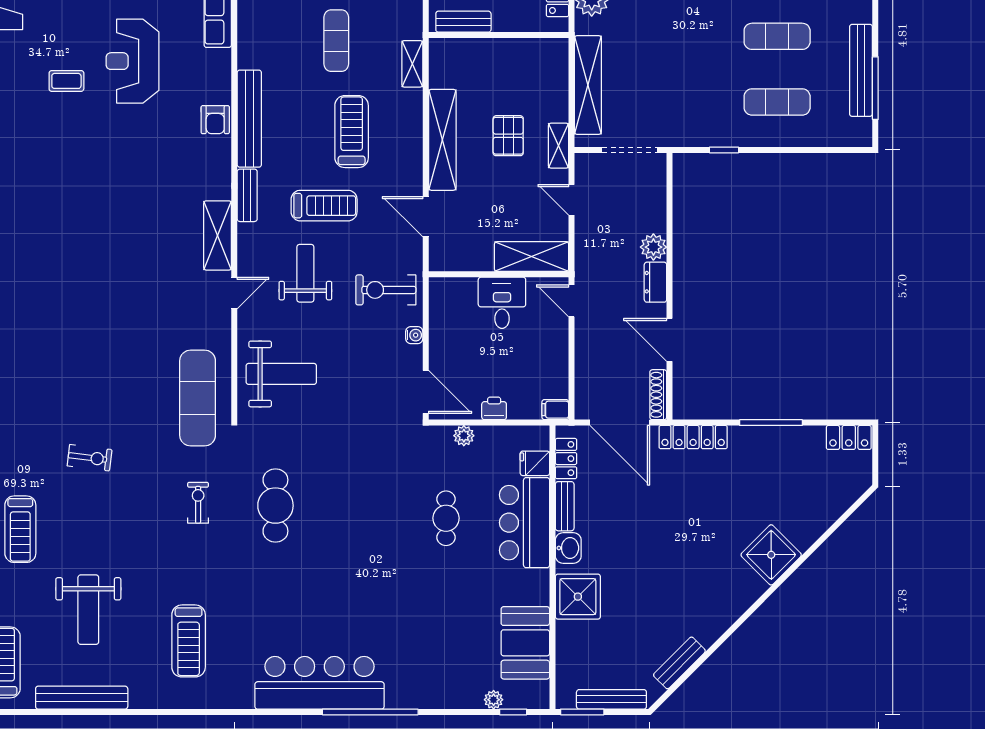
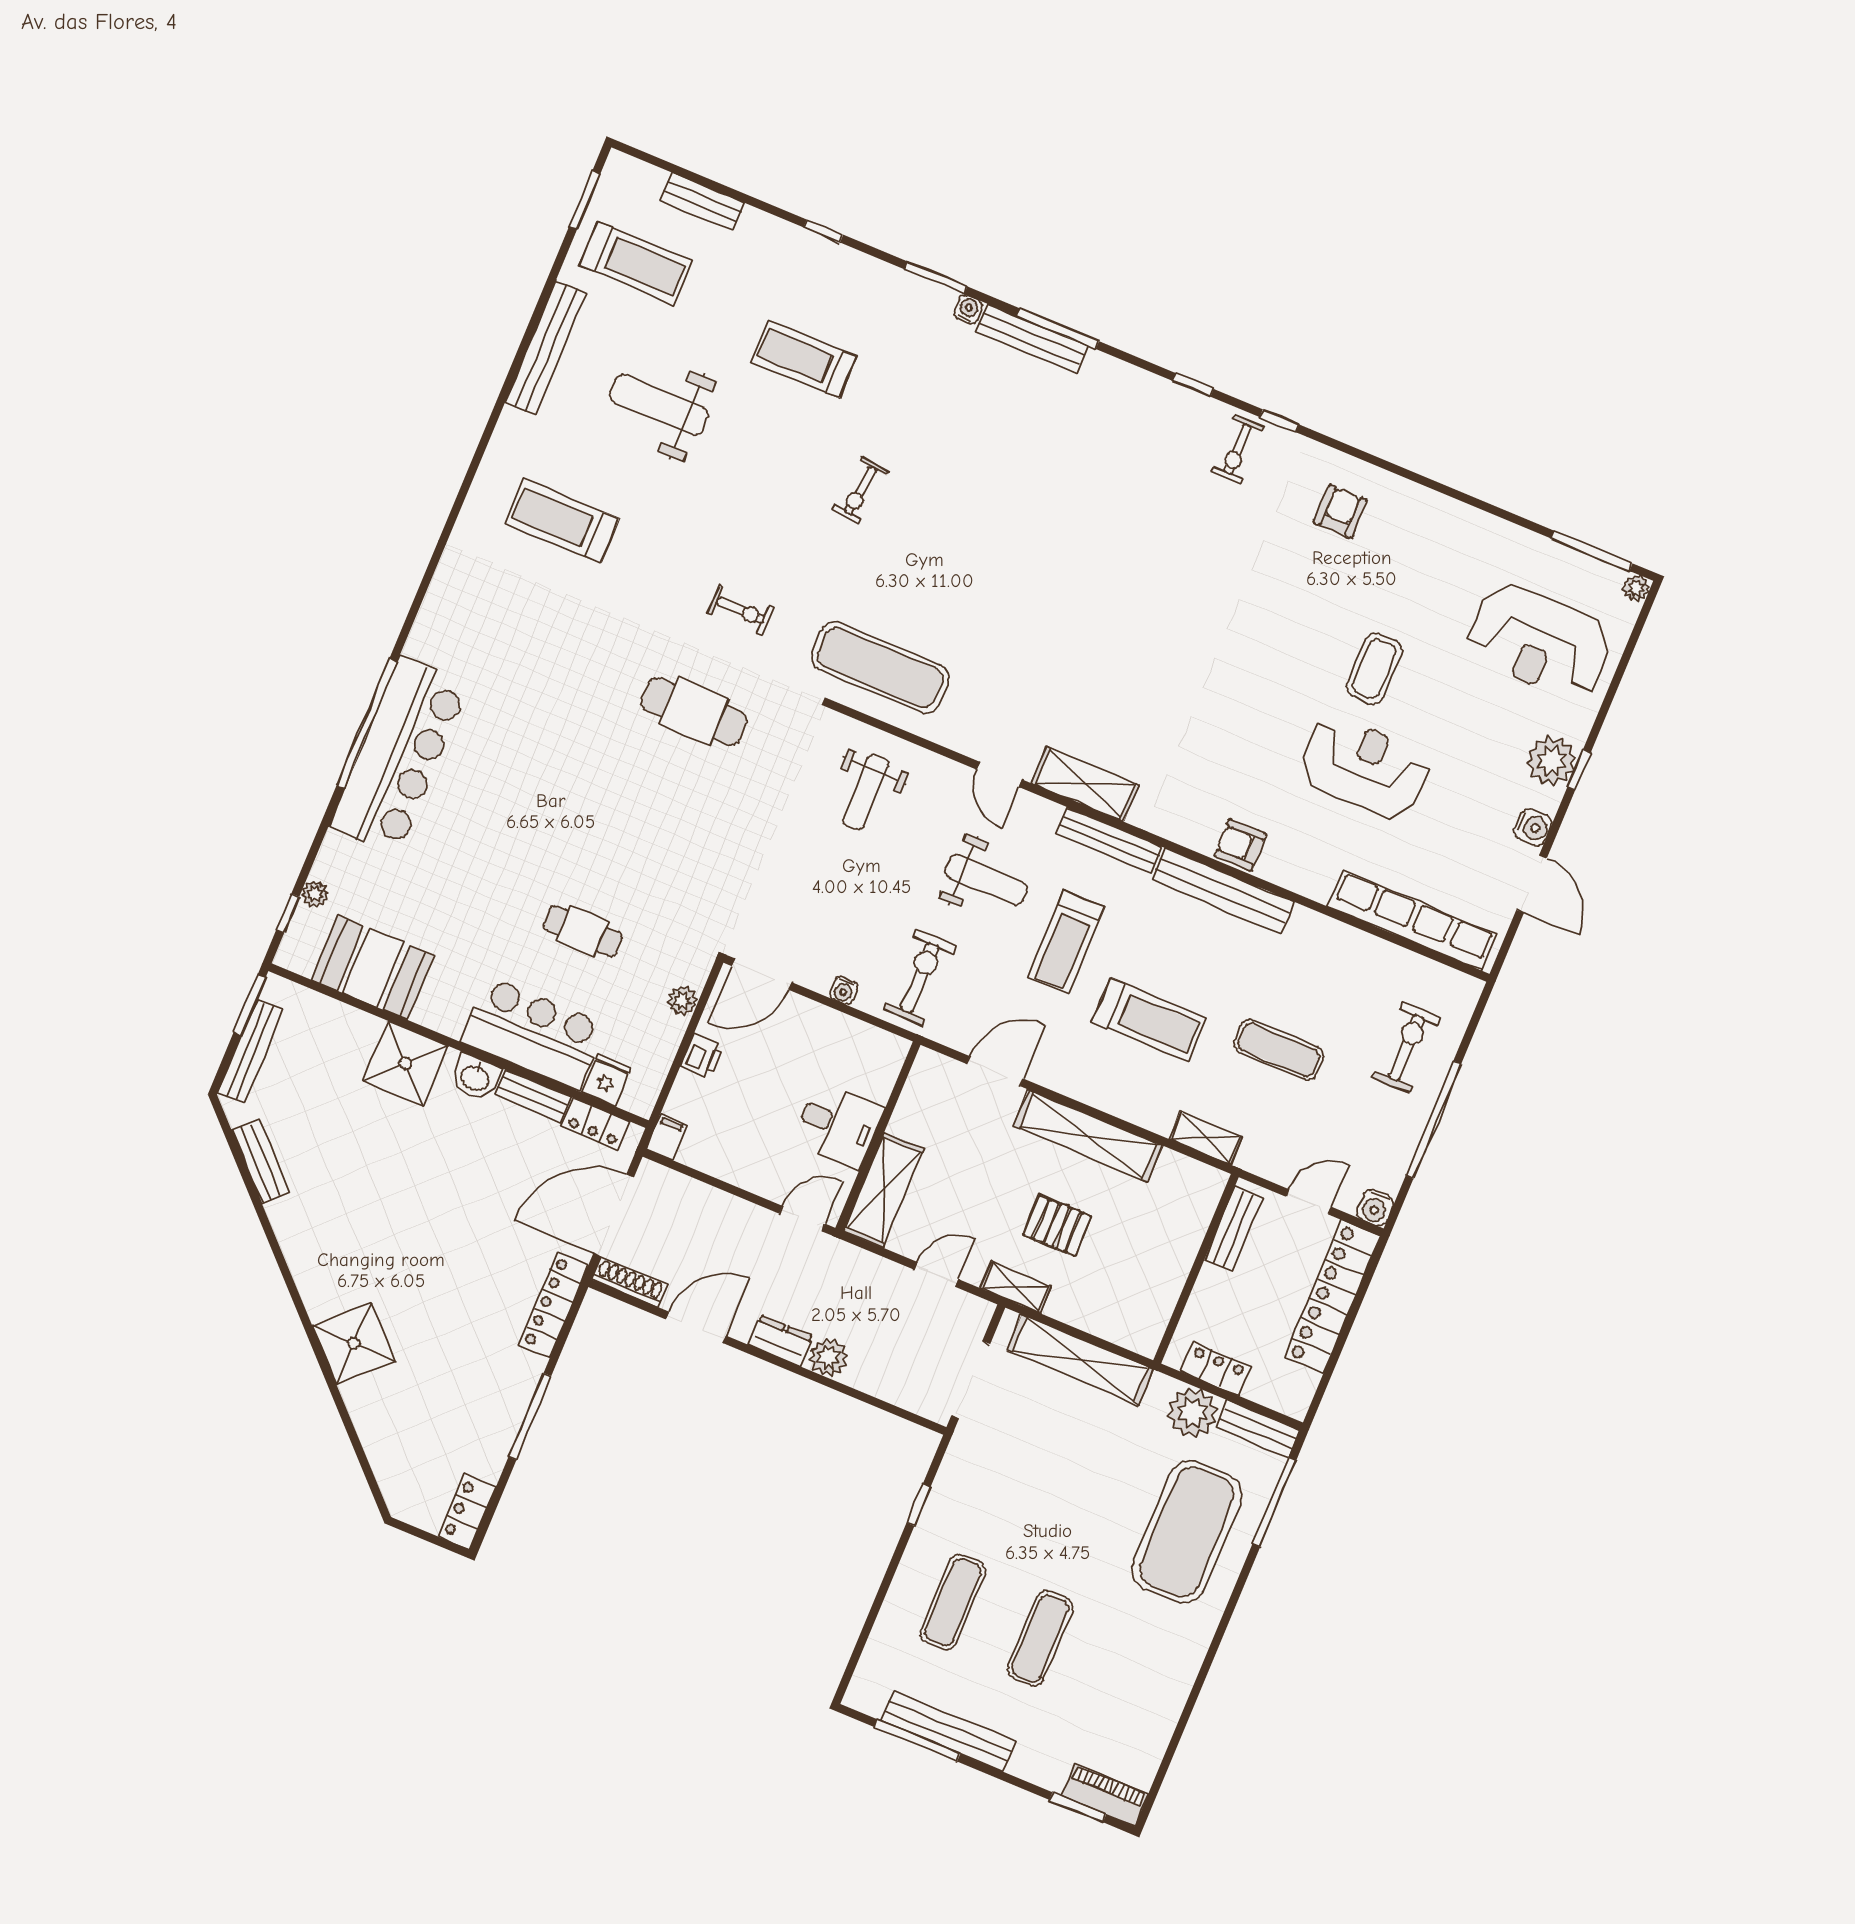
coffee table: (66, 81) -> (1374, 669), width x1.36, depth x1.30
bench: (247, 195) -> (1109, 840), width x1.36
weight bench: (281, 374) -> (866, 792), width x0.73, depth x0.75
bar counter: (319, 683) -> (399, 756), moved

